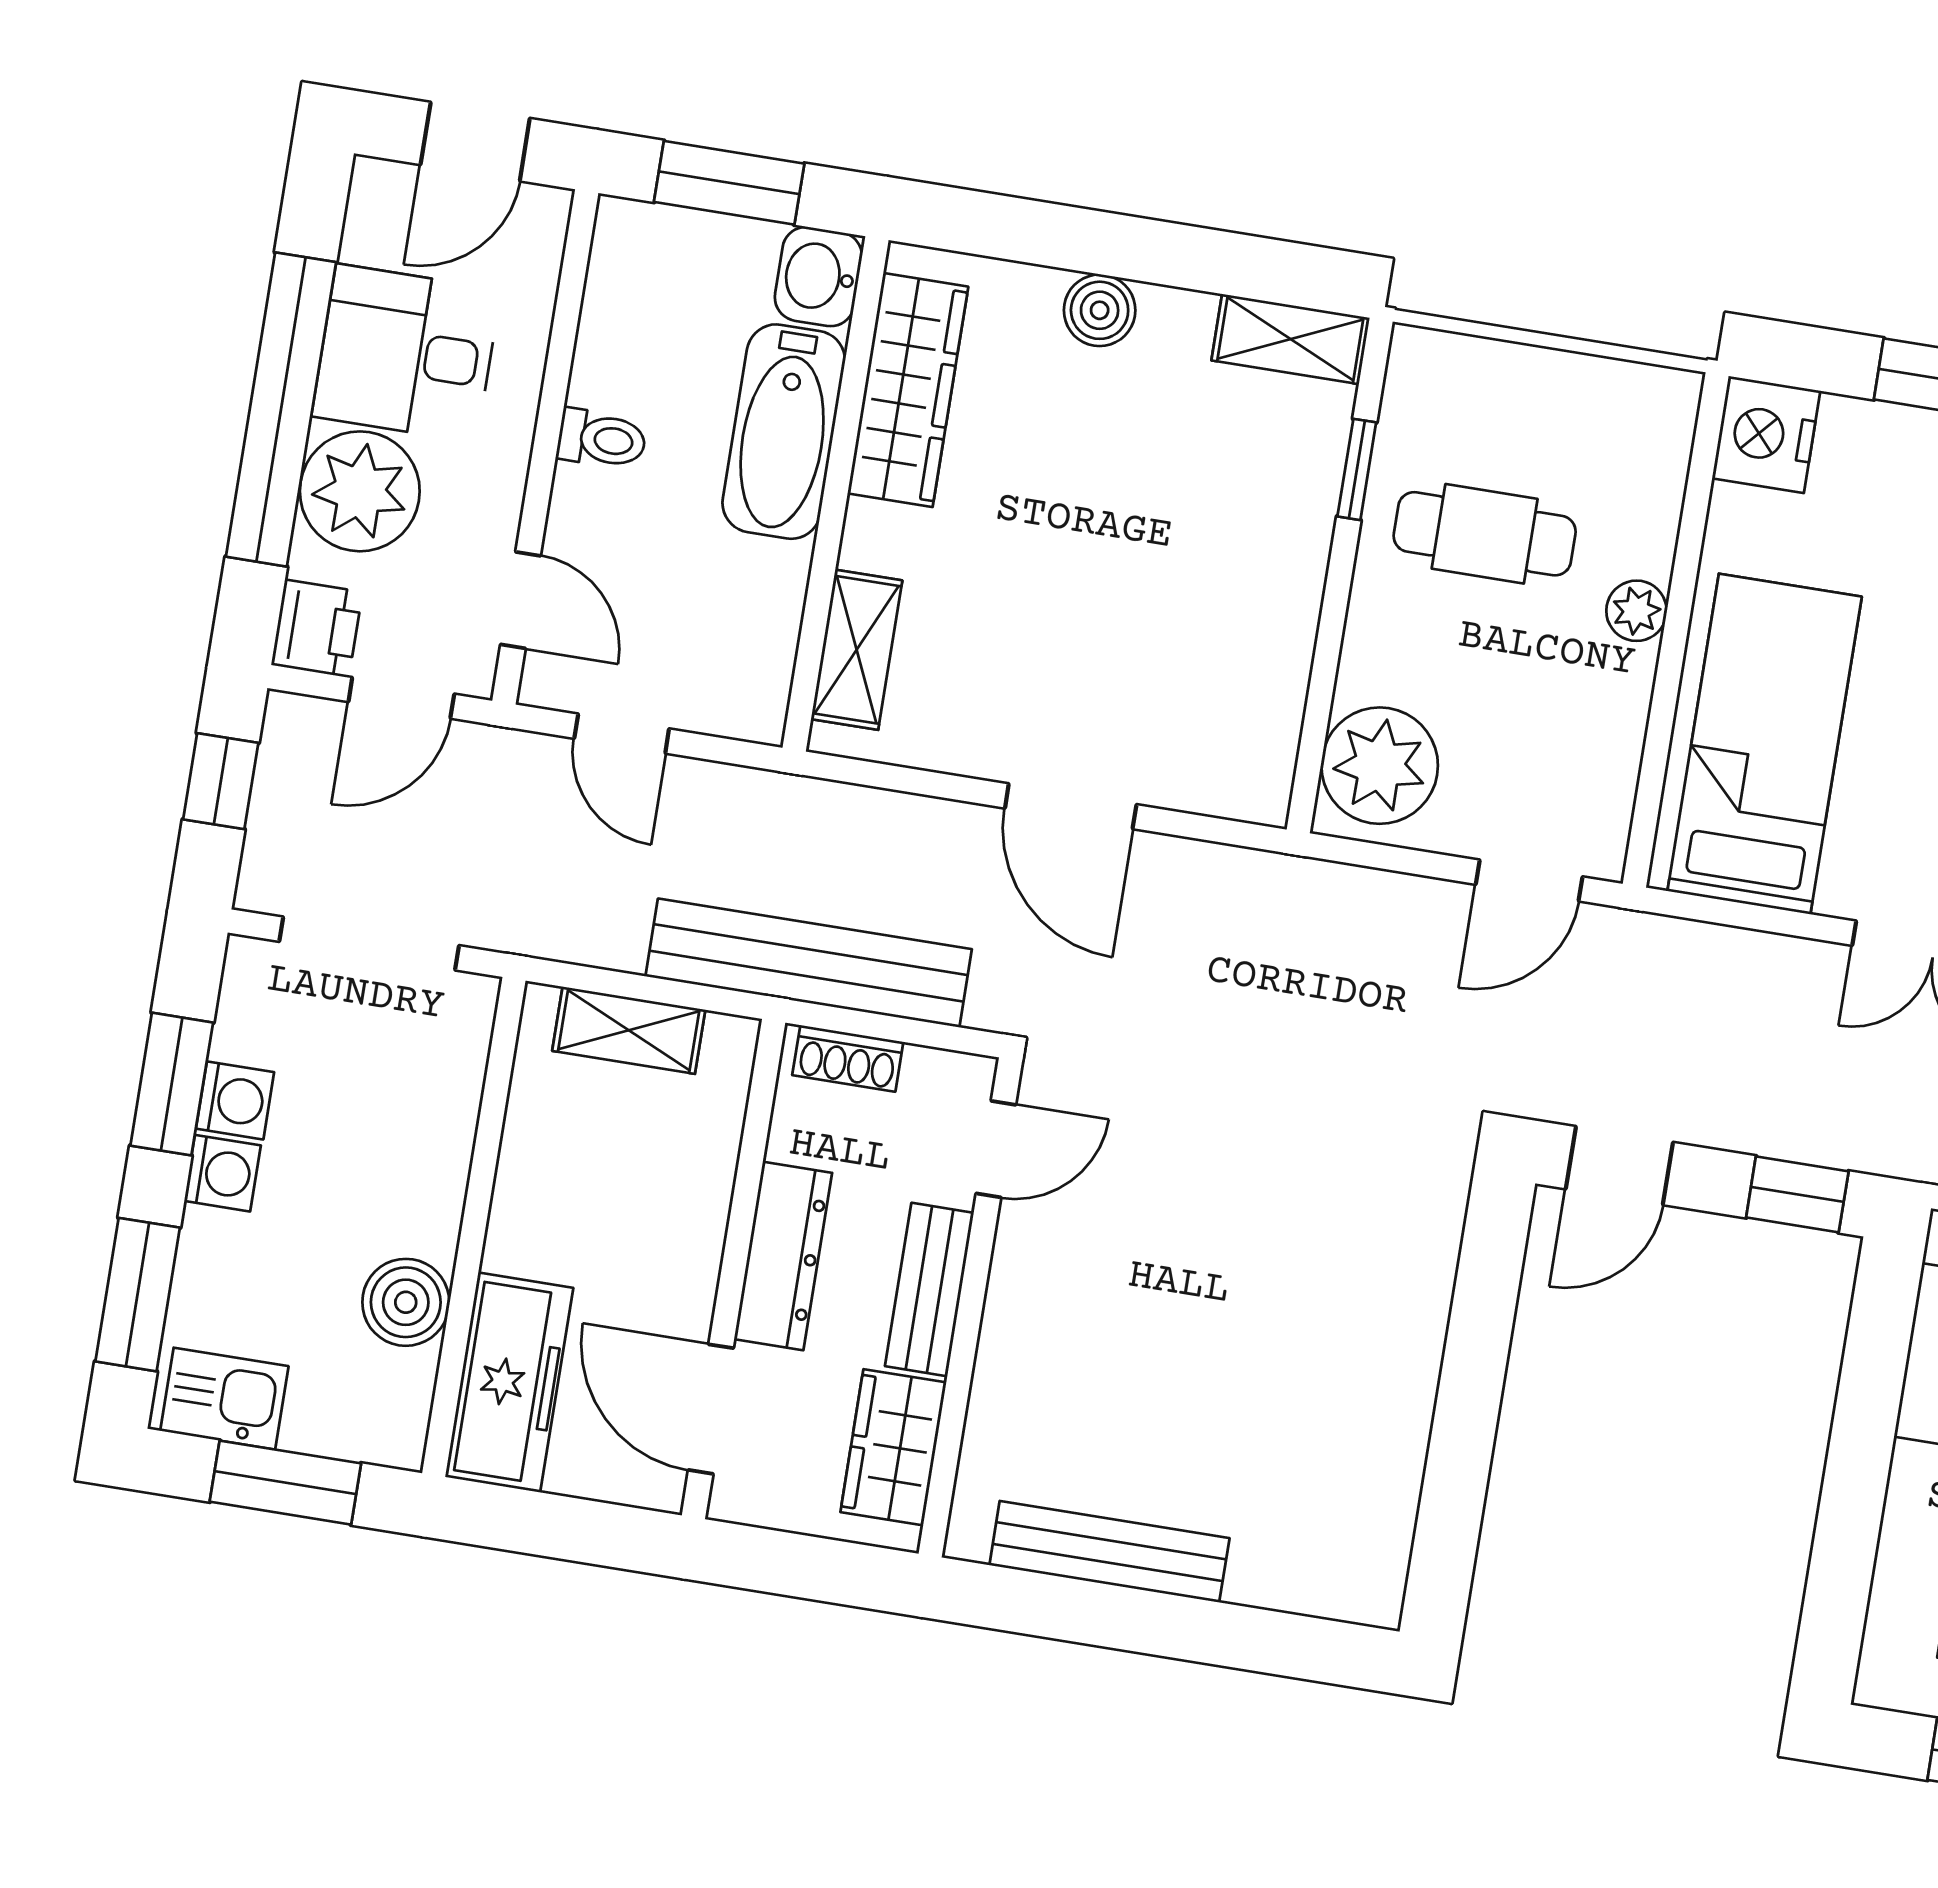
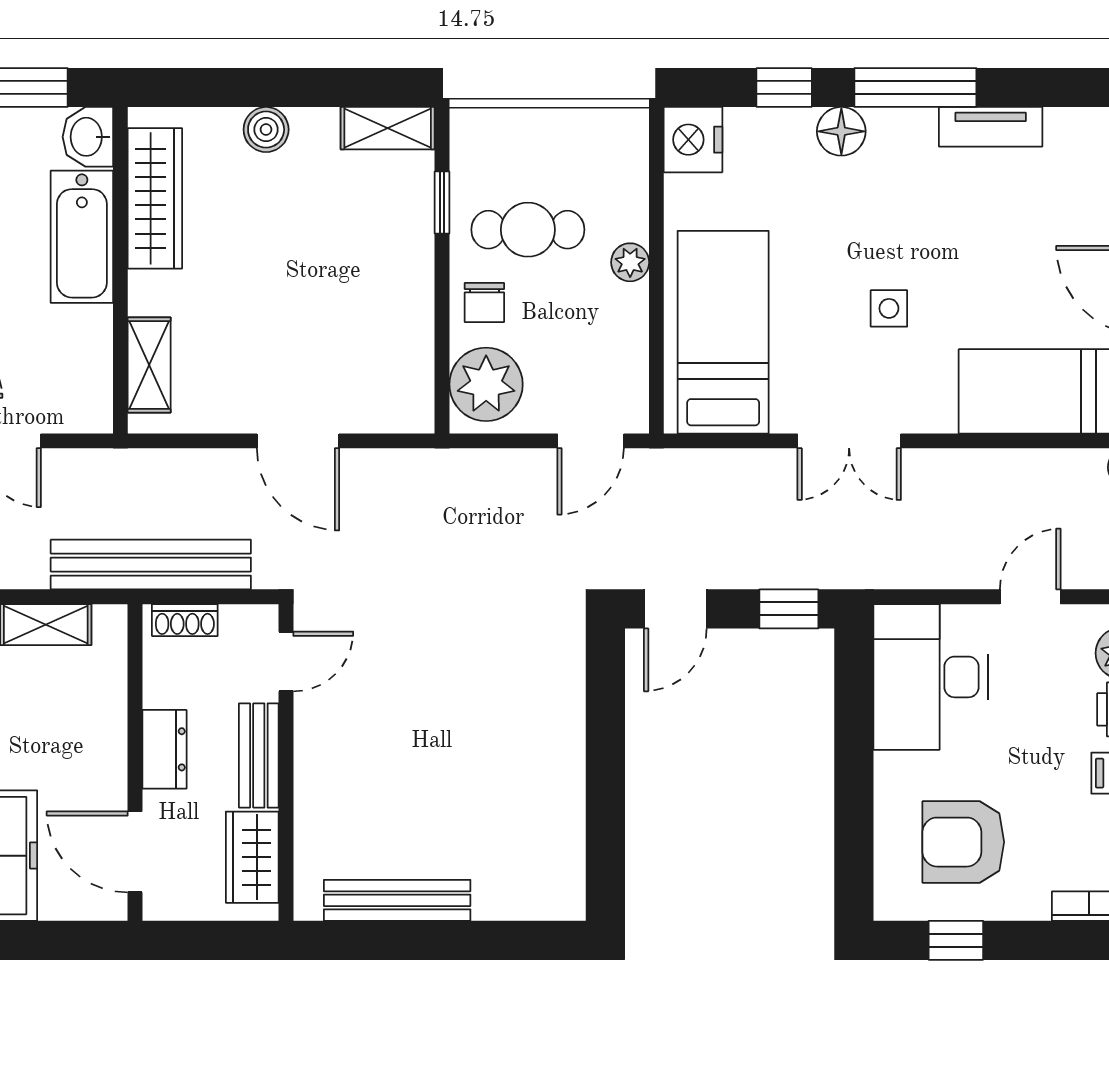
chair: (1398, 637) -> (484, 303), added
dresser: (783, 1256) -> (164, 749), width x0.70

